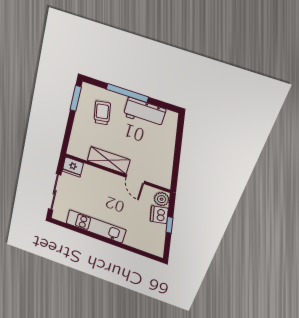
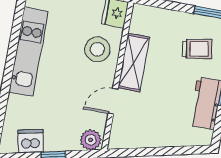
stool: (97, 183) -> (97, 49), added
dishwasher: (159, 215) -> (31, 141), moved

